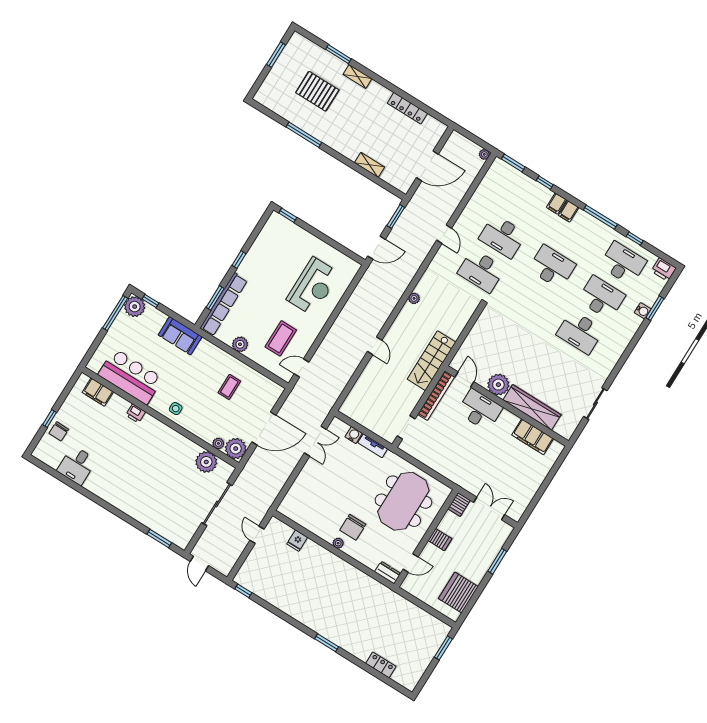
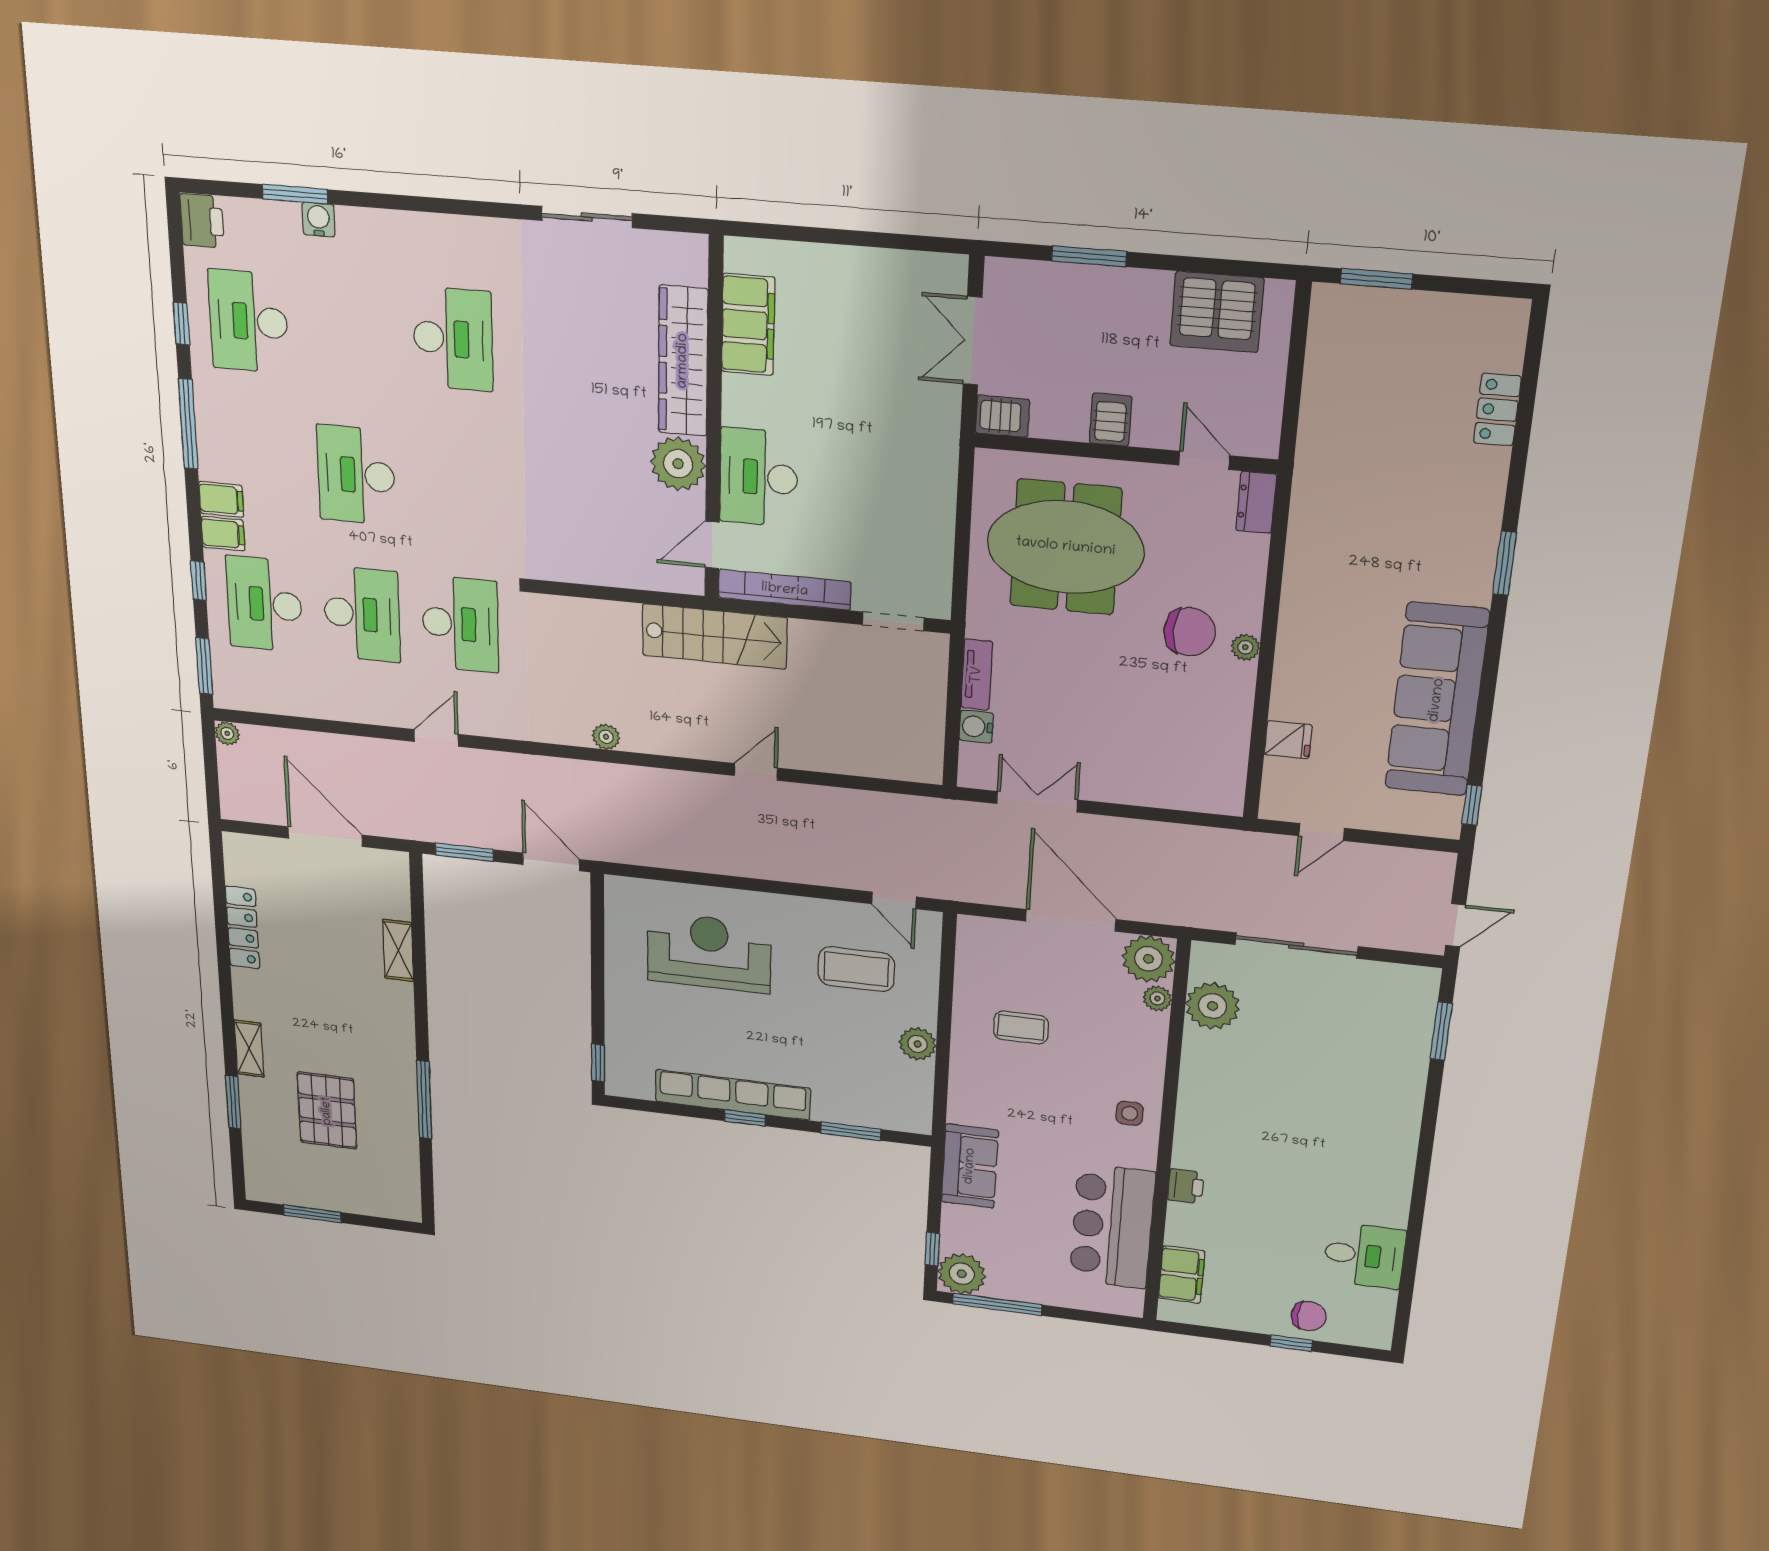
desk: (601, 298) -> (265, 604), moved
row of seats: (224, 304) -> (733, 1095), moved
sofa: (288, 598) -> (1437, 700), added

